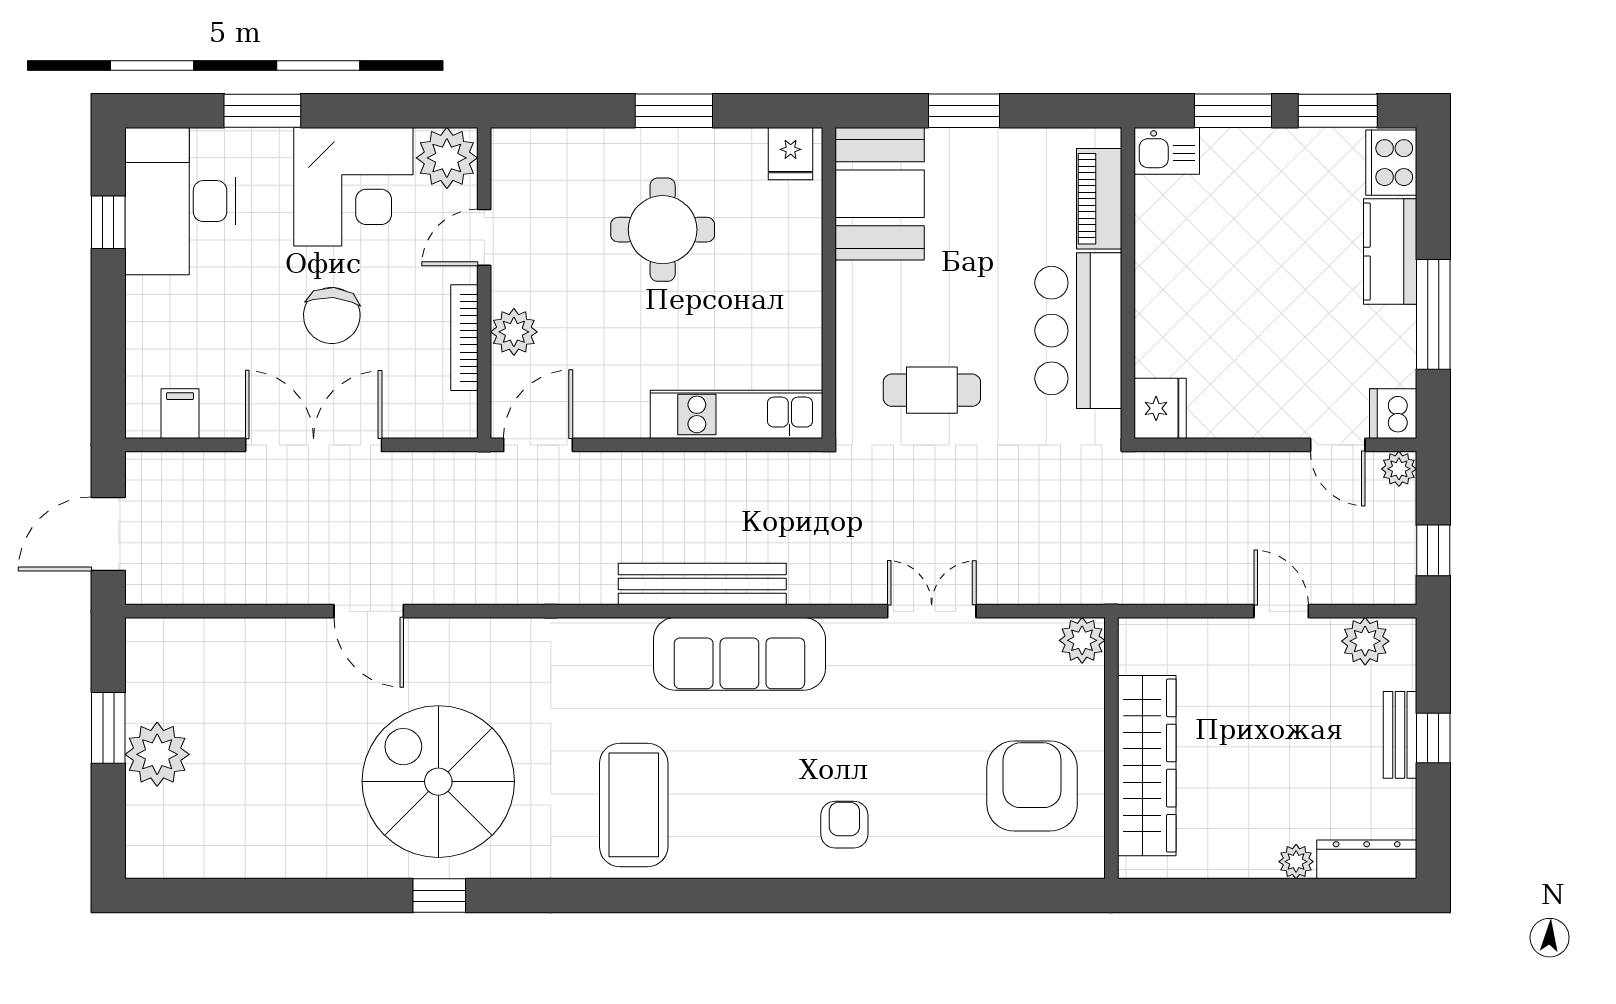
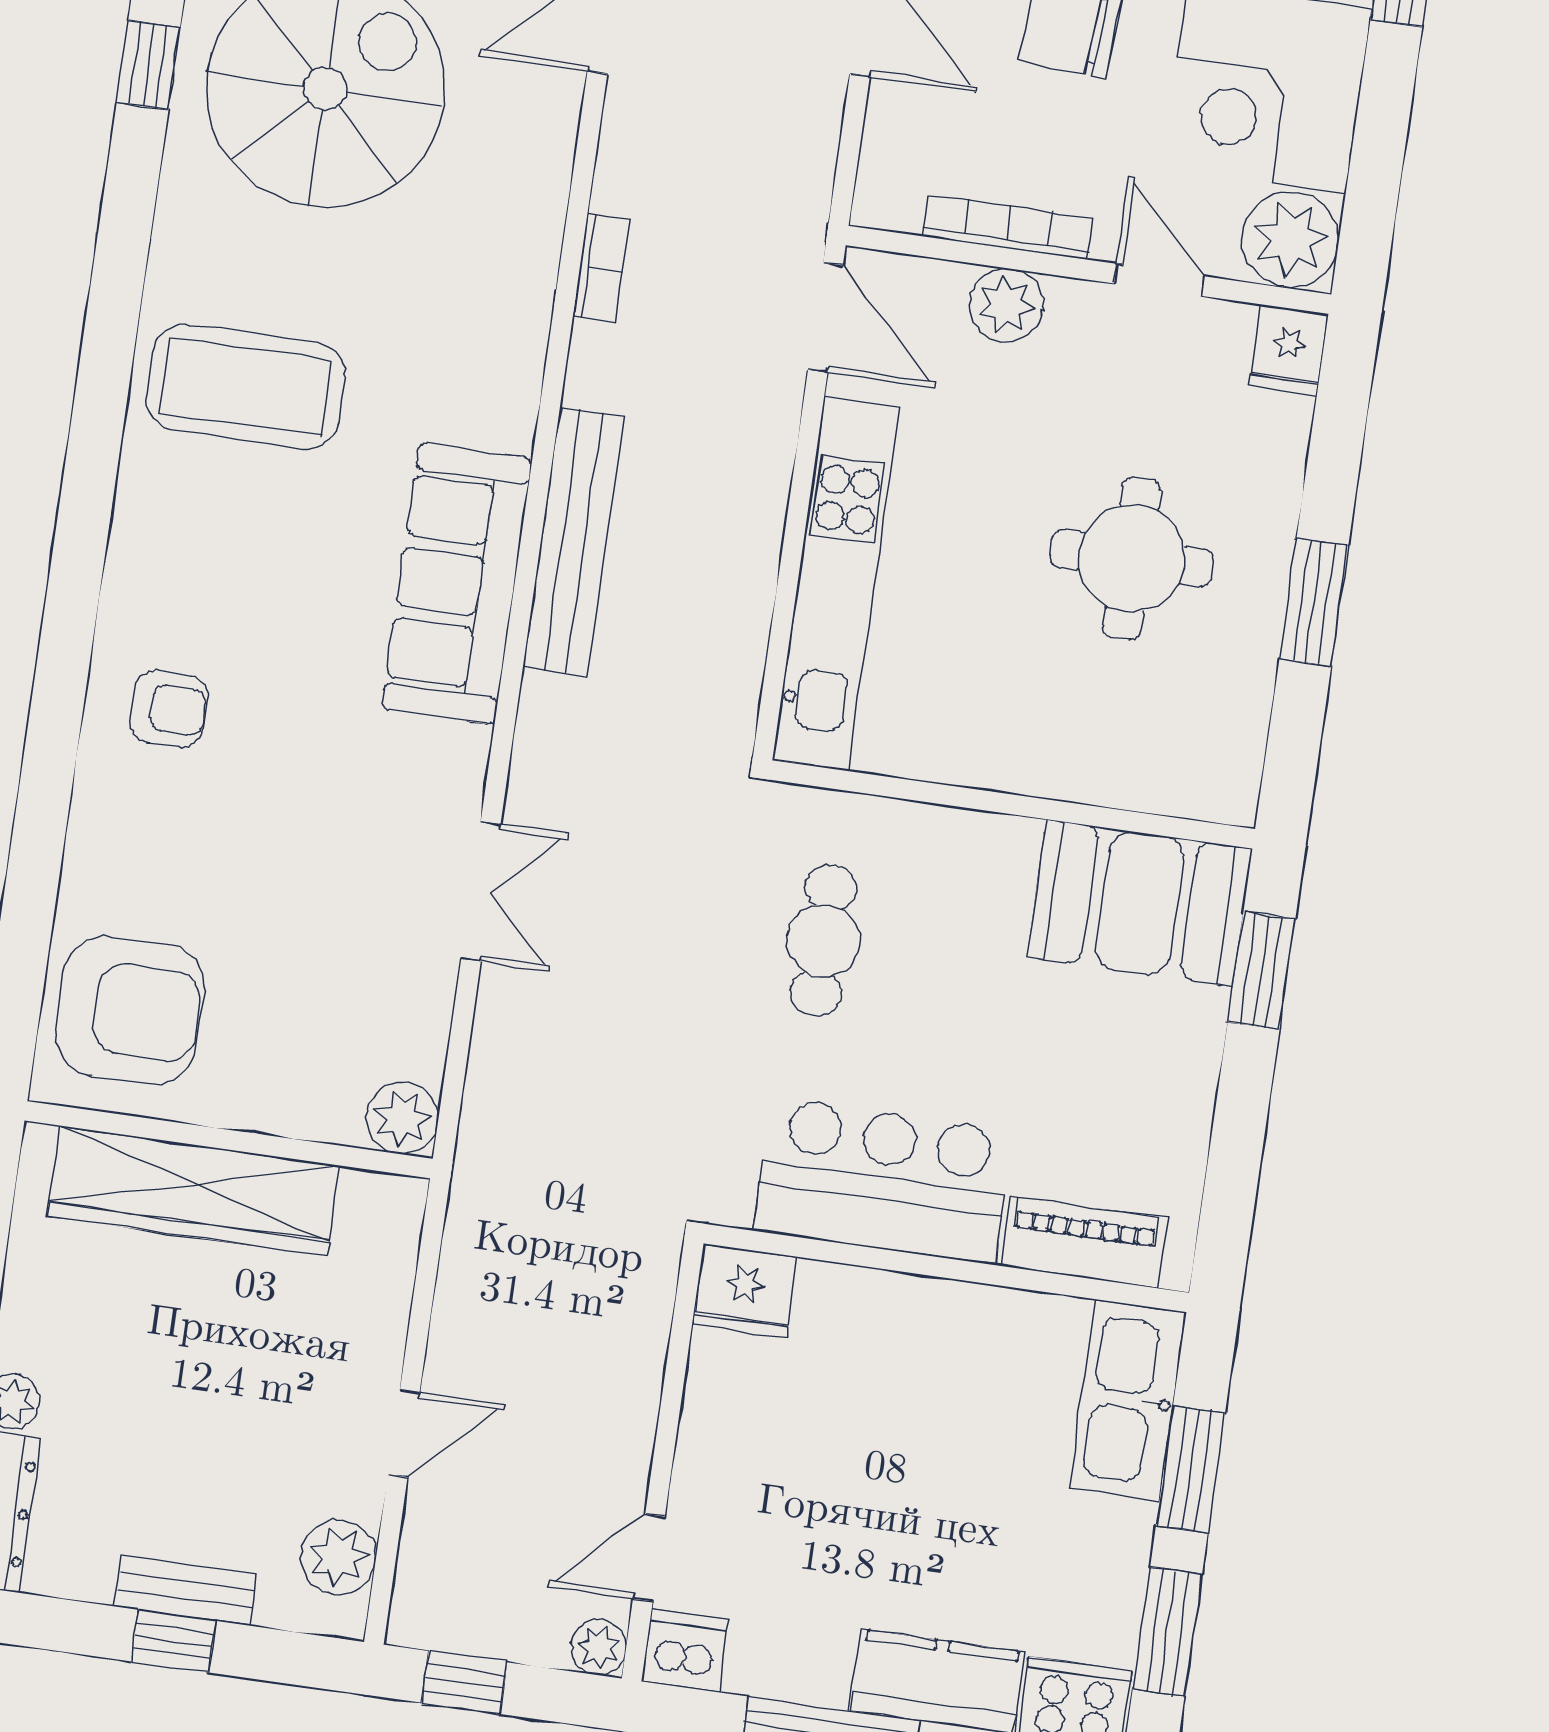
window: (964, 111) -> (1261, 971), moved
kitchen sink: (1167, 151) -> (1128, 1400), width x1.88, depth x1.24
fridge: (791, 154) -> (1288, 350), moved, turned -90
kitchen unit: (737, 414) -> (836, 584), width x1.36
bookcase: (527, 591) -> (601, 268), added
armchair: (1032, 786) -> (130, 1010), moved

